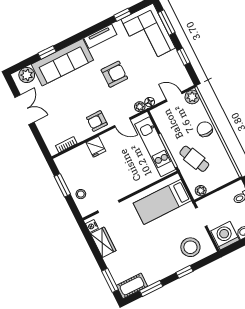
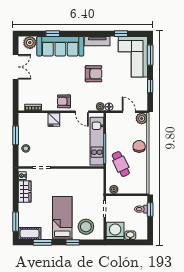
bed: (162, 202) -> (62, 218), moved, turned 90

